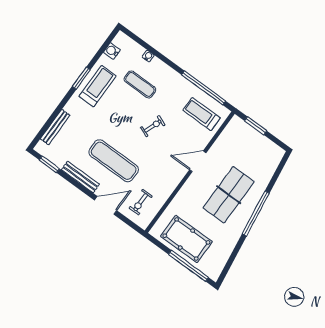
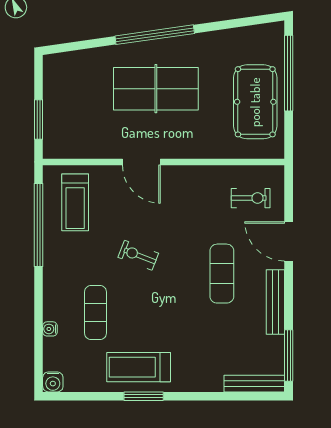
water cooler: (112, 51) -> (53, 382), moved
bench: (55, 127) -> (254, 384), moved
exercise mat: (114, 161) -> (222, 274), width x0.73, depth x0.69
window: (49, 164) -> (289, 355), width x1.44

